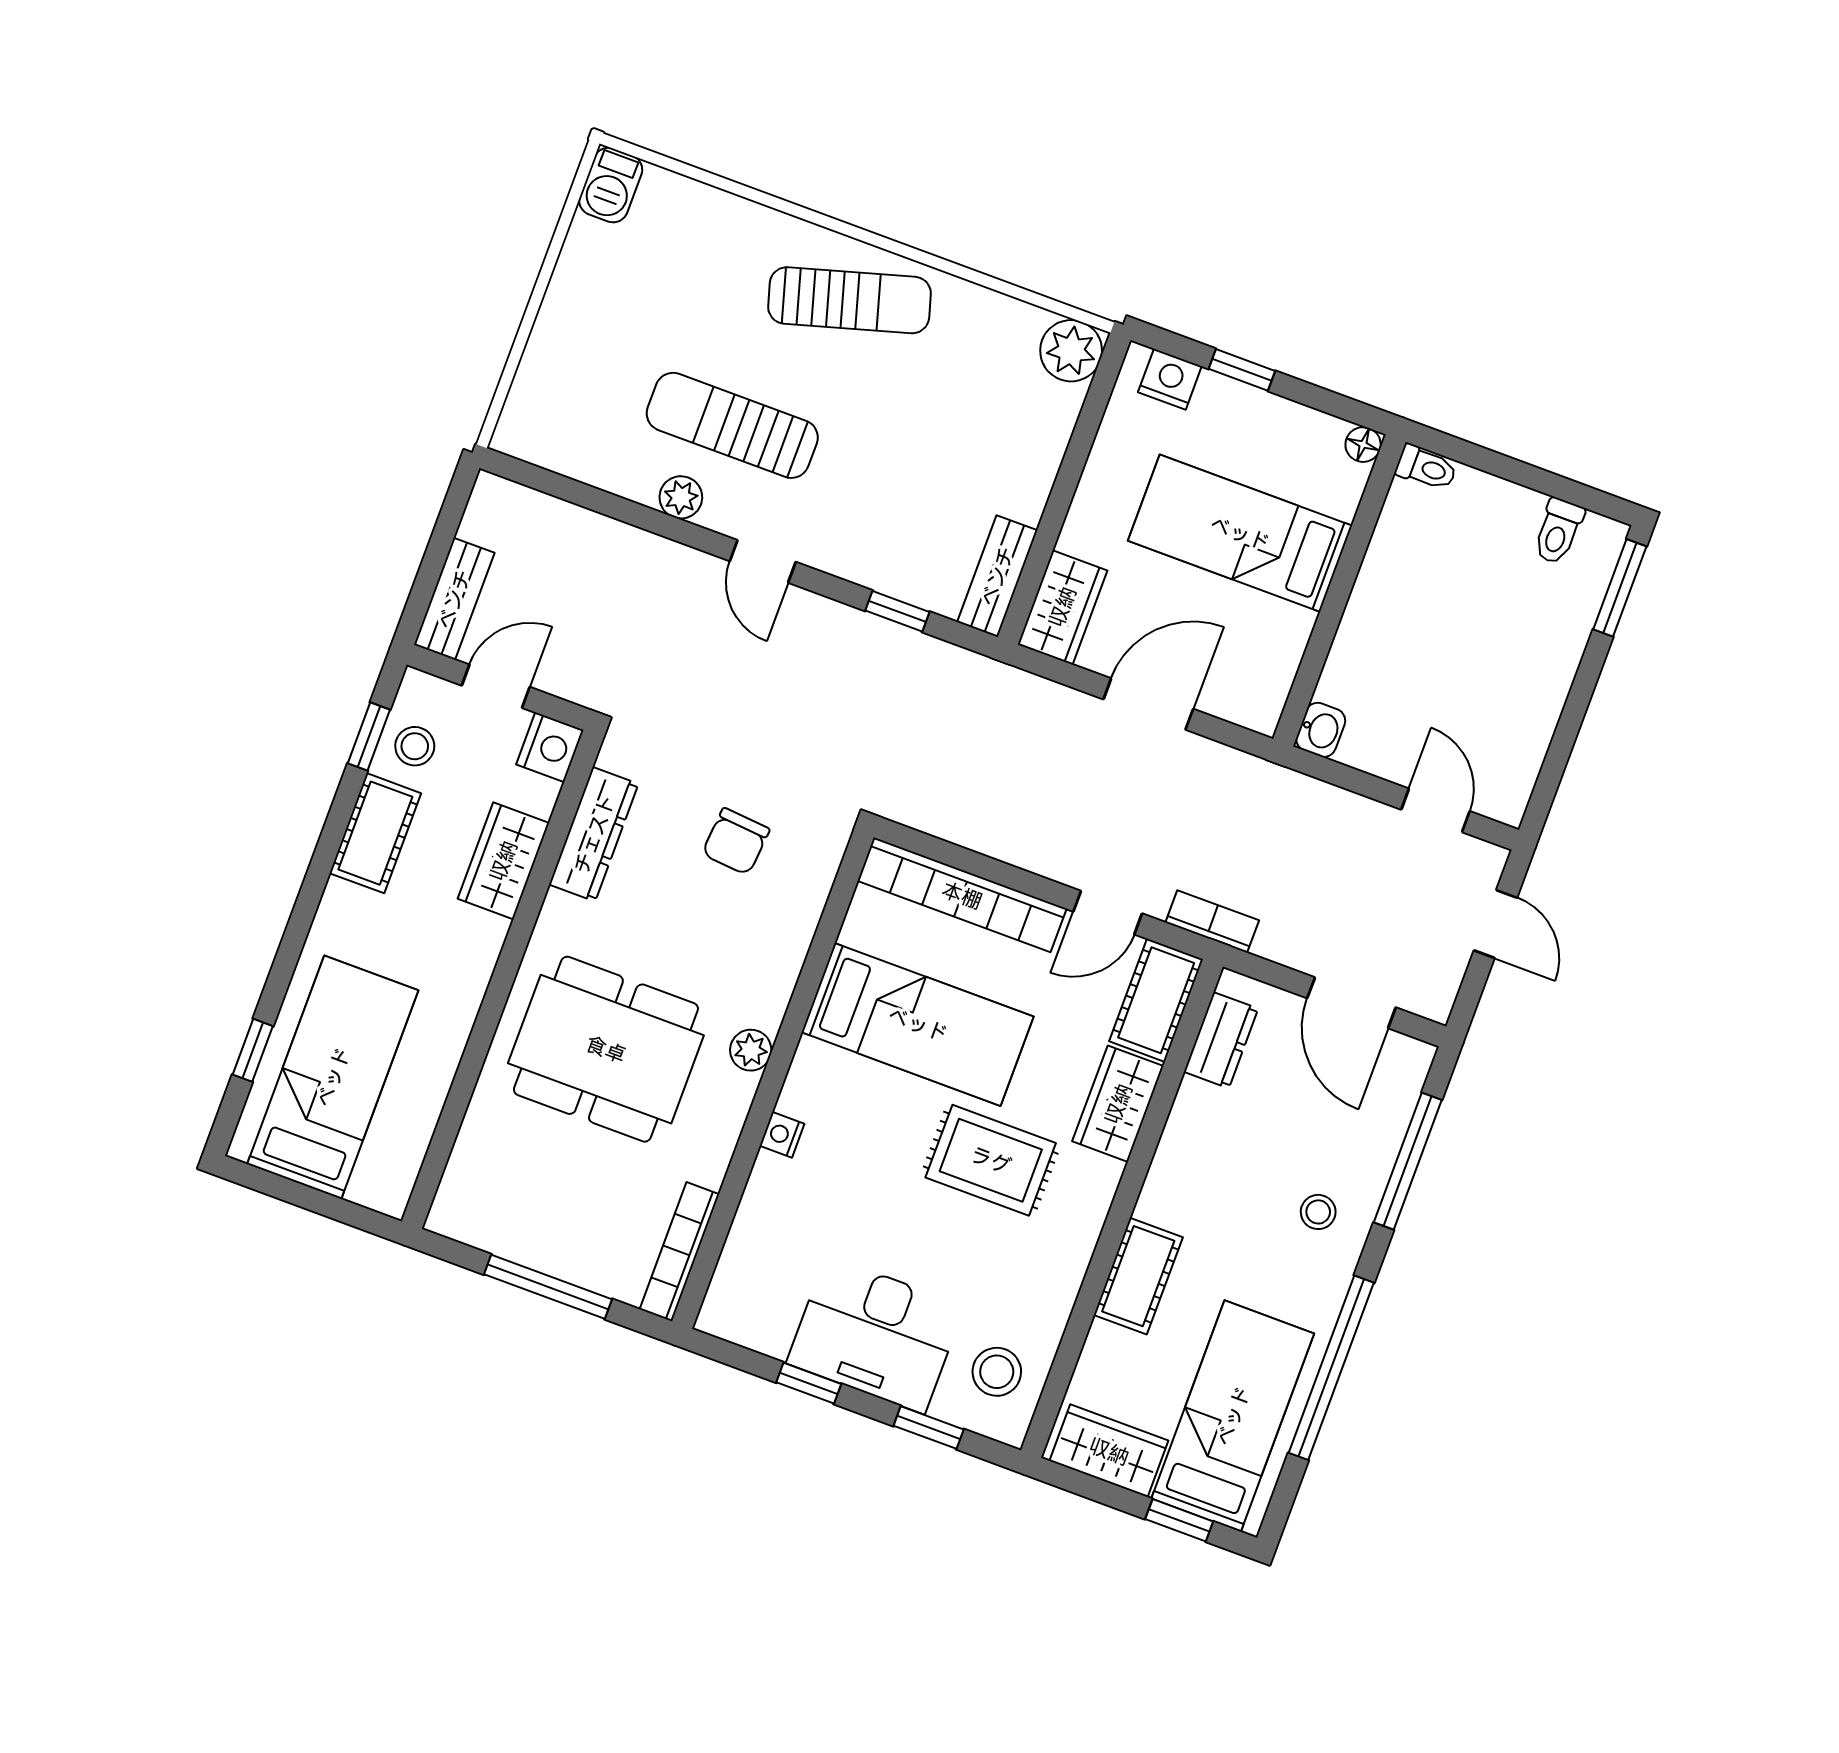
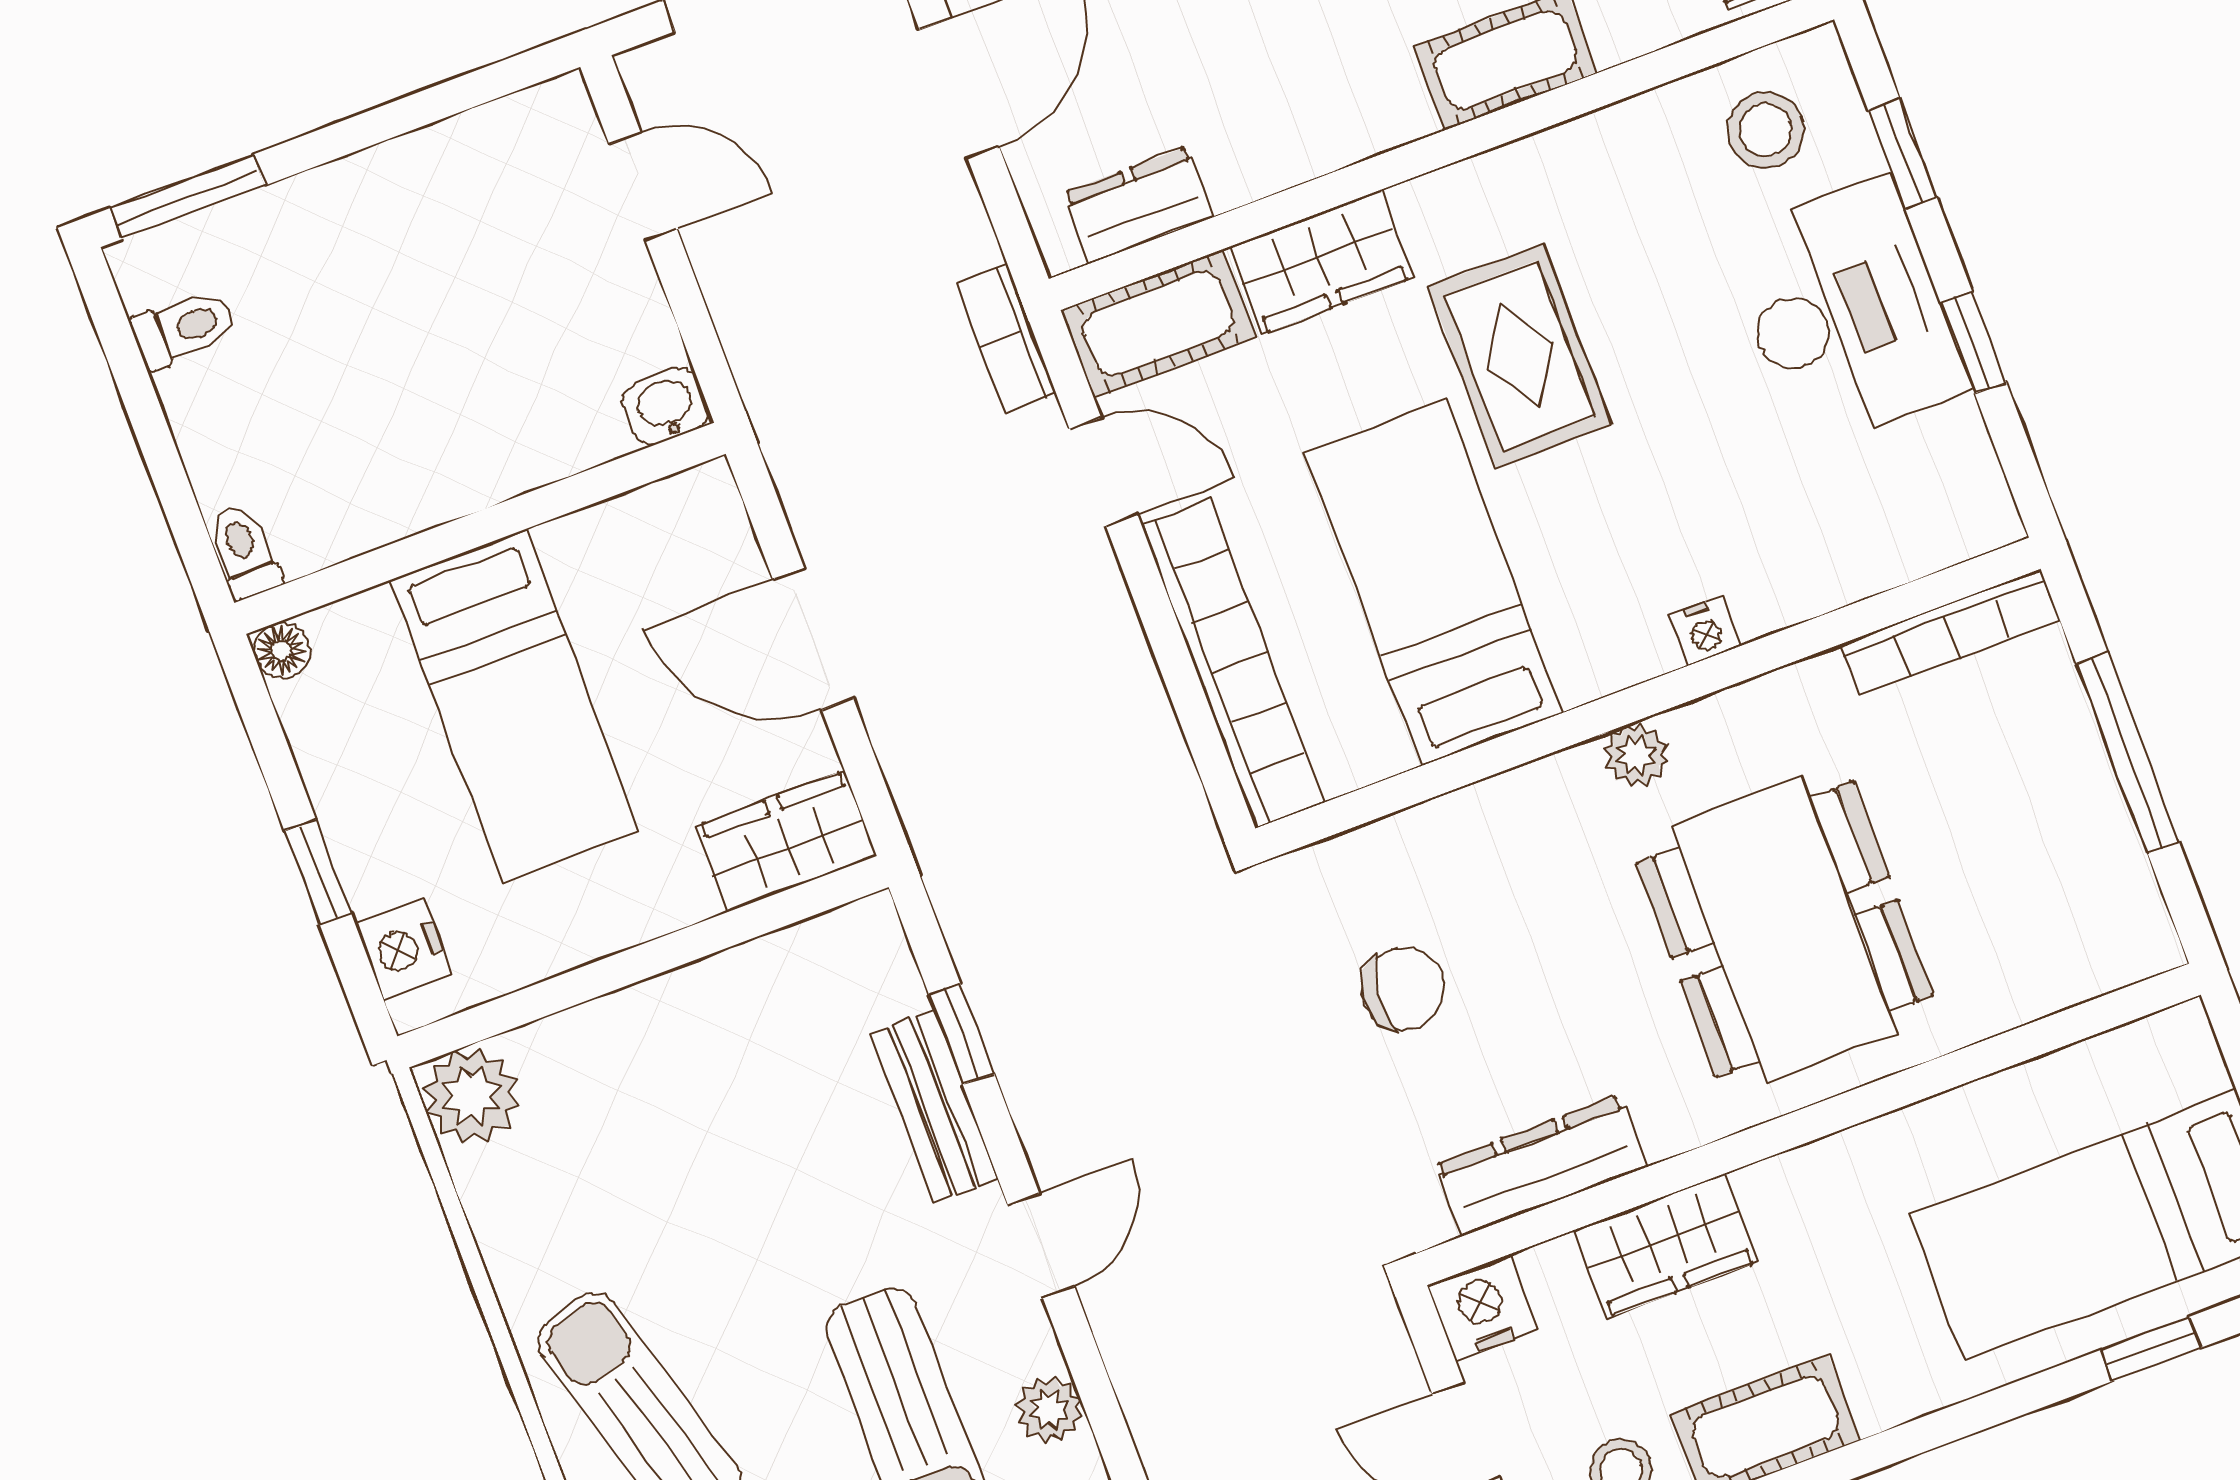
bench: (997, 576) -> (934, 1106), moved, turned 90
door: (1436, 810) -> (643, 187), swing flipped

